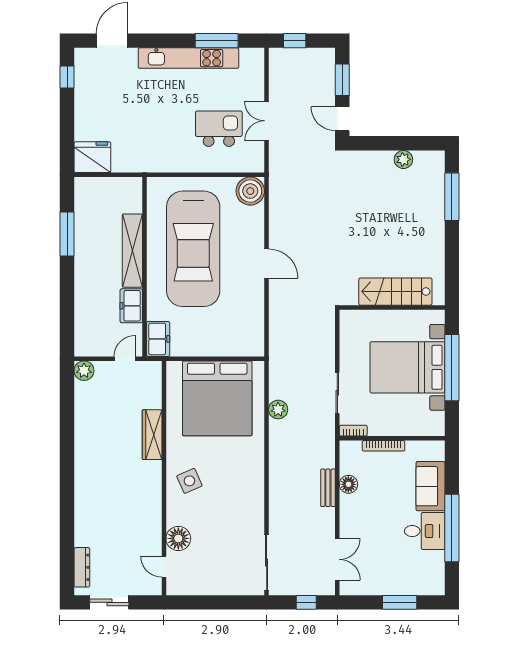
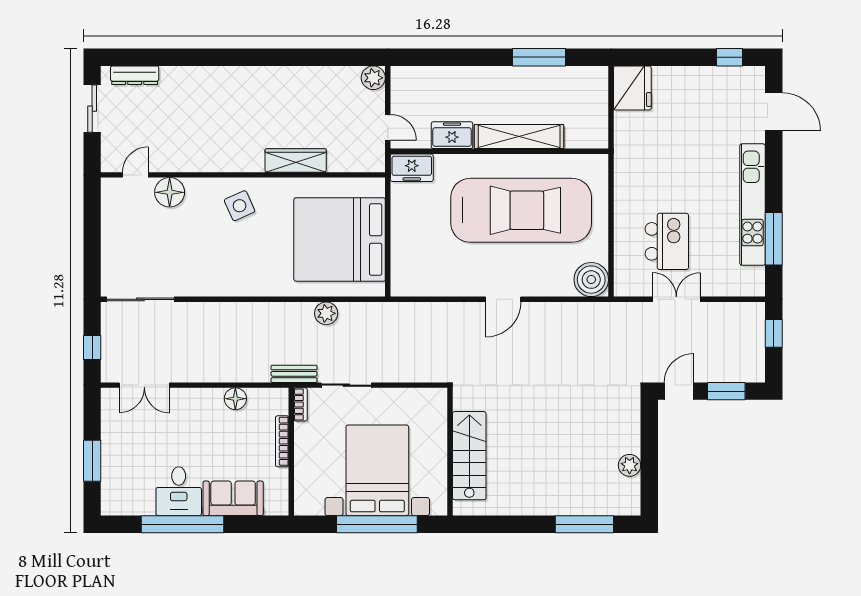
car: (193, 249) -> (521, 210), turned 180
bench: (328, 488) -> (294, 374), moved

